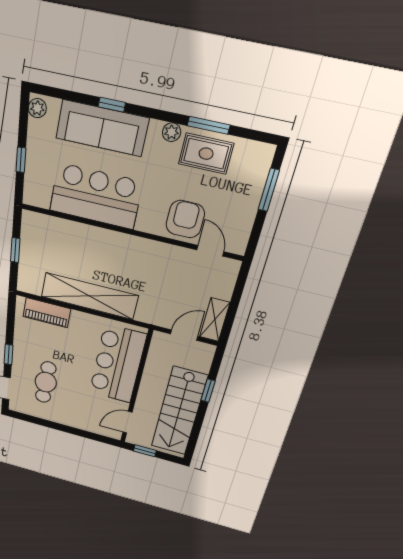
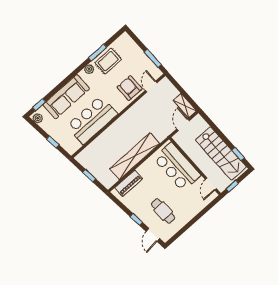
window: (112, 105) -> (39, 105), moved
window: (269, 190) -> (153, 58), moved
door: (210, 251) -> (151, 87), hinge flipped
window: (208, 391) -> (238, 154), moved

